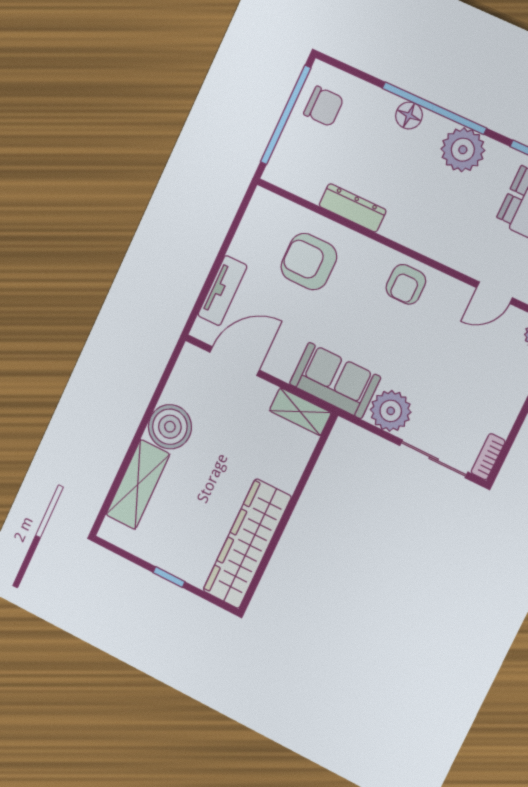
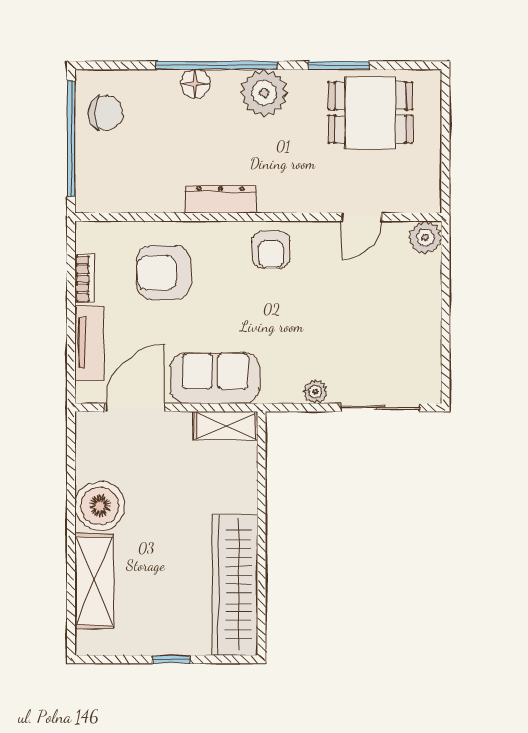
dresser: (353, 208) -> (220, 199), moved
sofa: (335, 380) -> (215, 378), moved
plant: (391, 411) -> (315, 392), width x0.53, depth x0.53
bookcase: (488, 457) -> (85, 279), moved, turned 180

